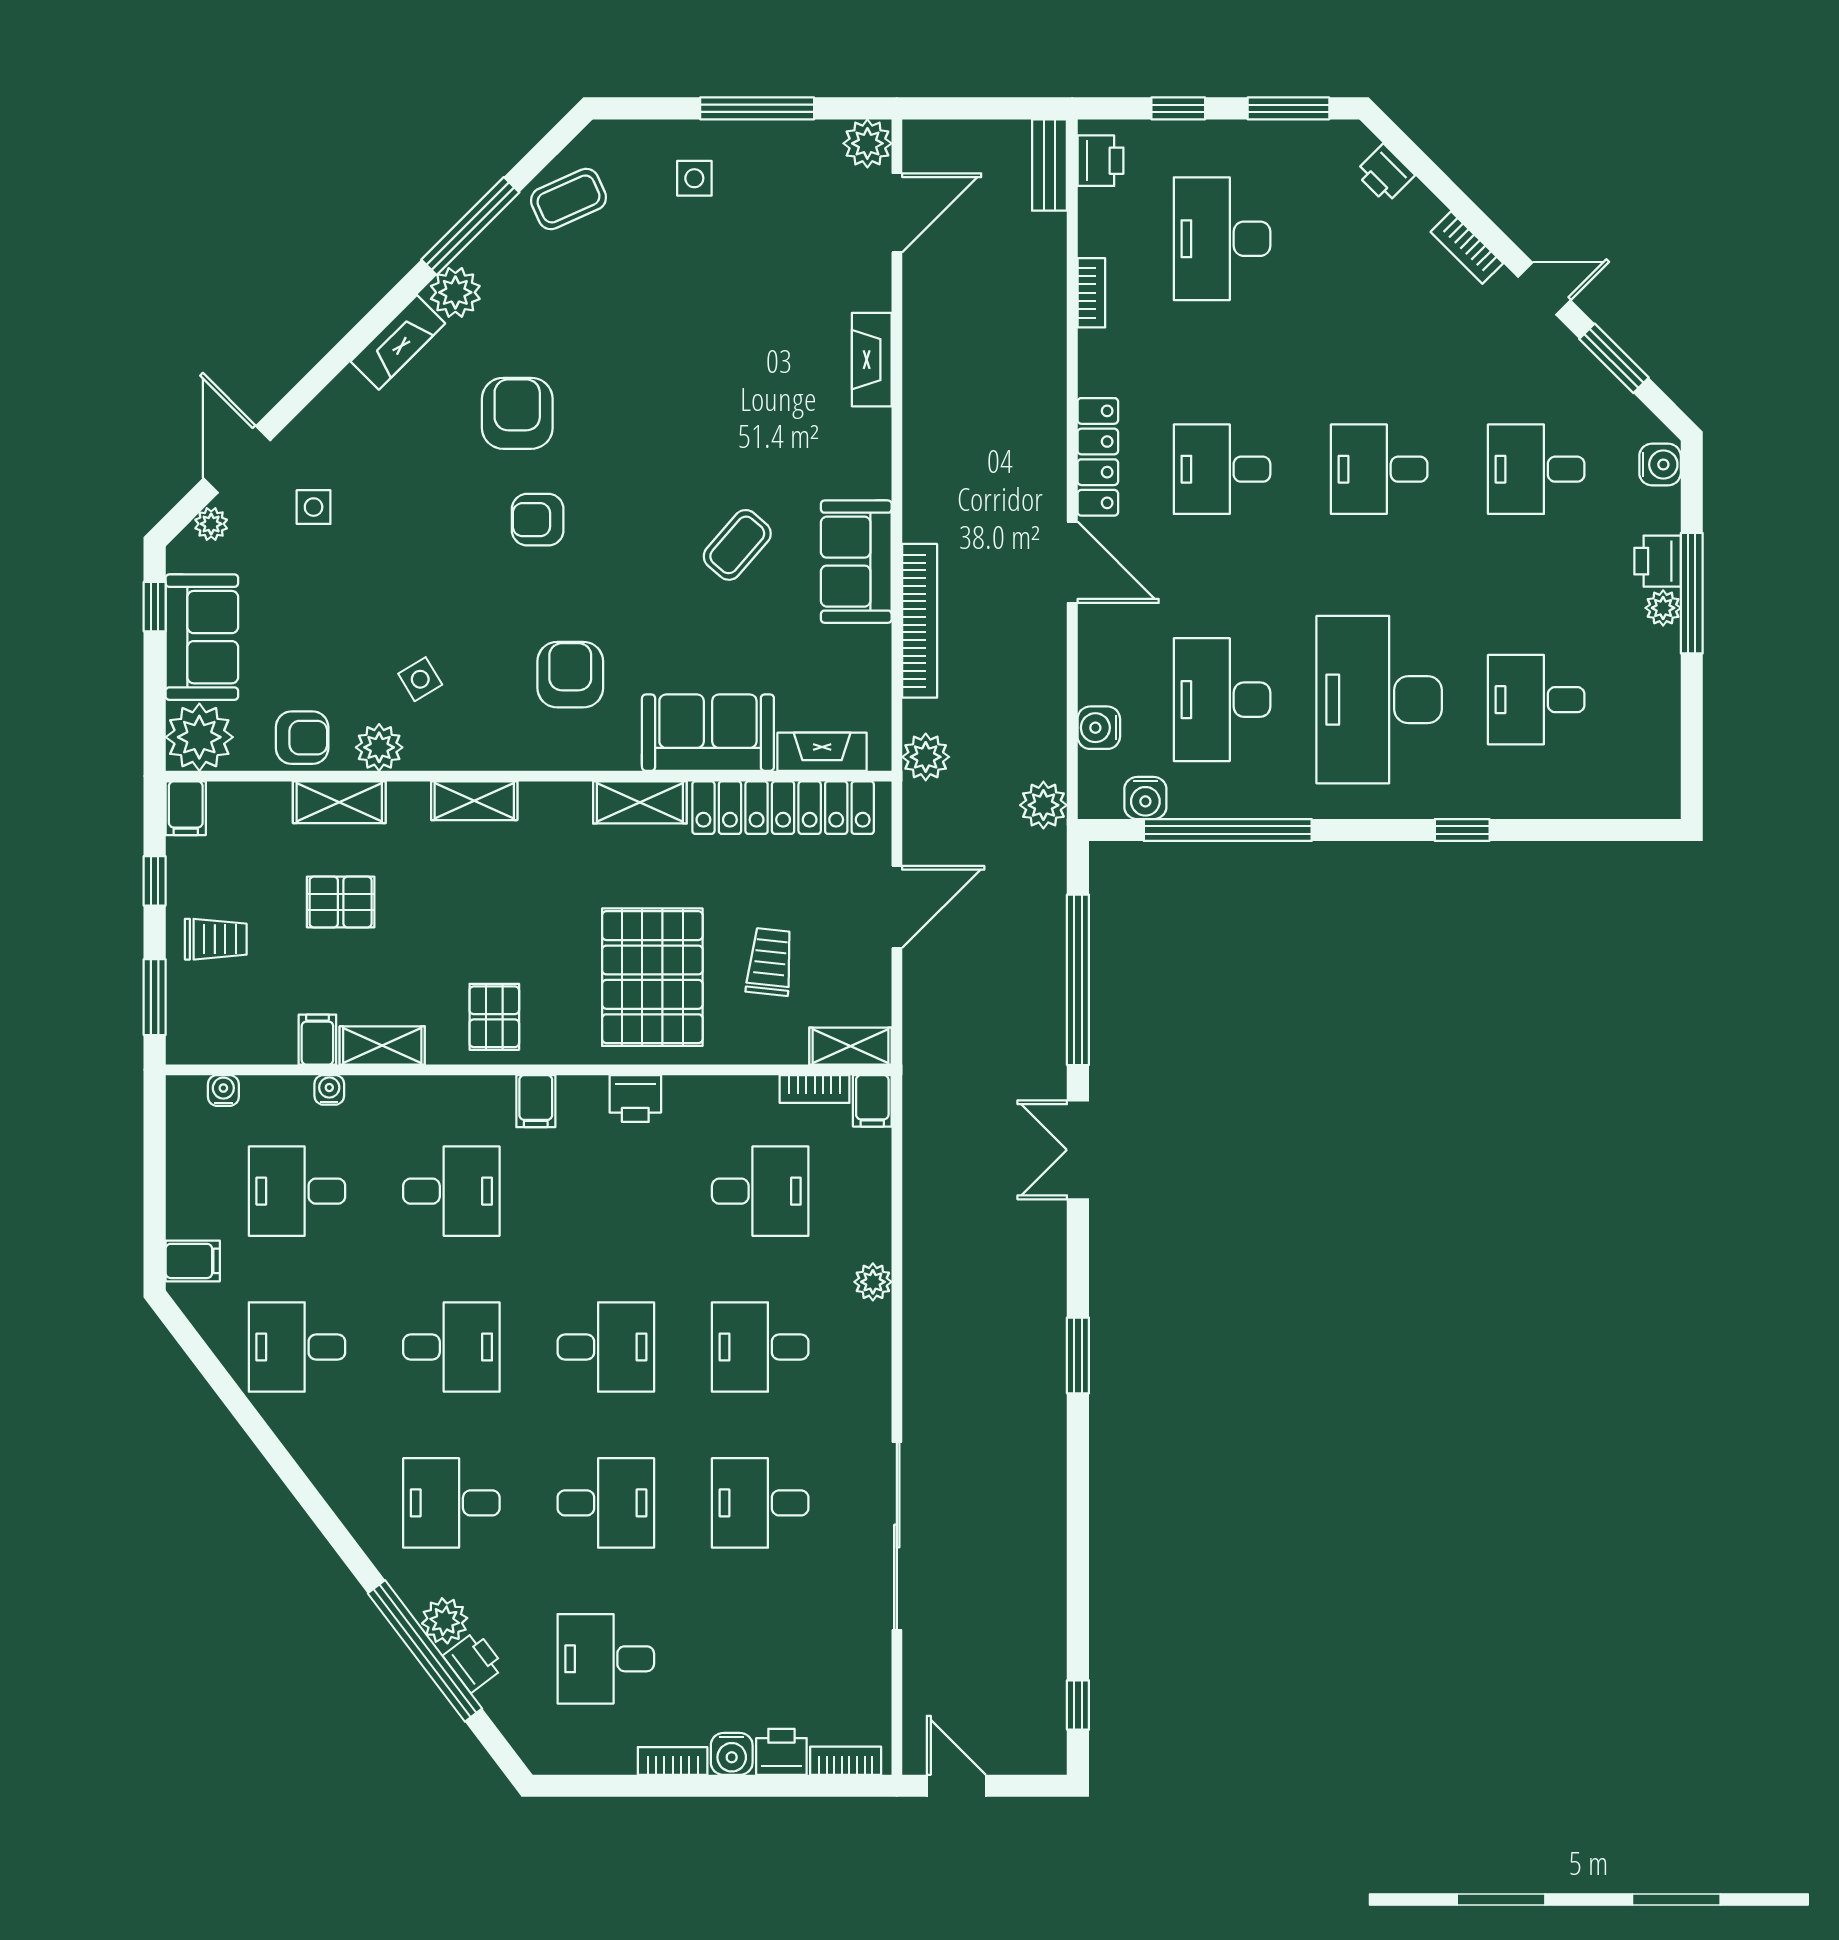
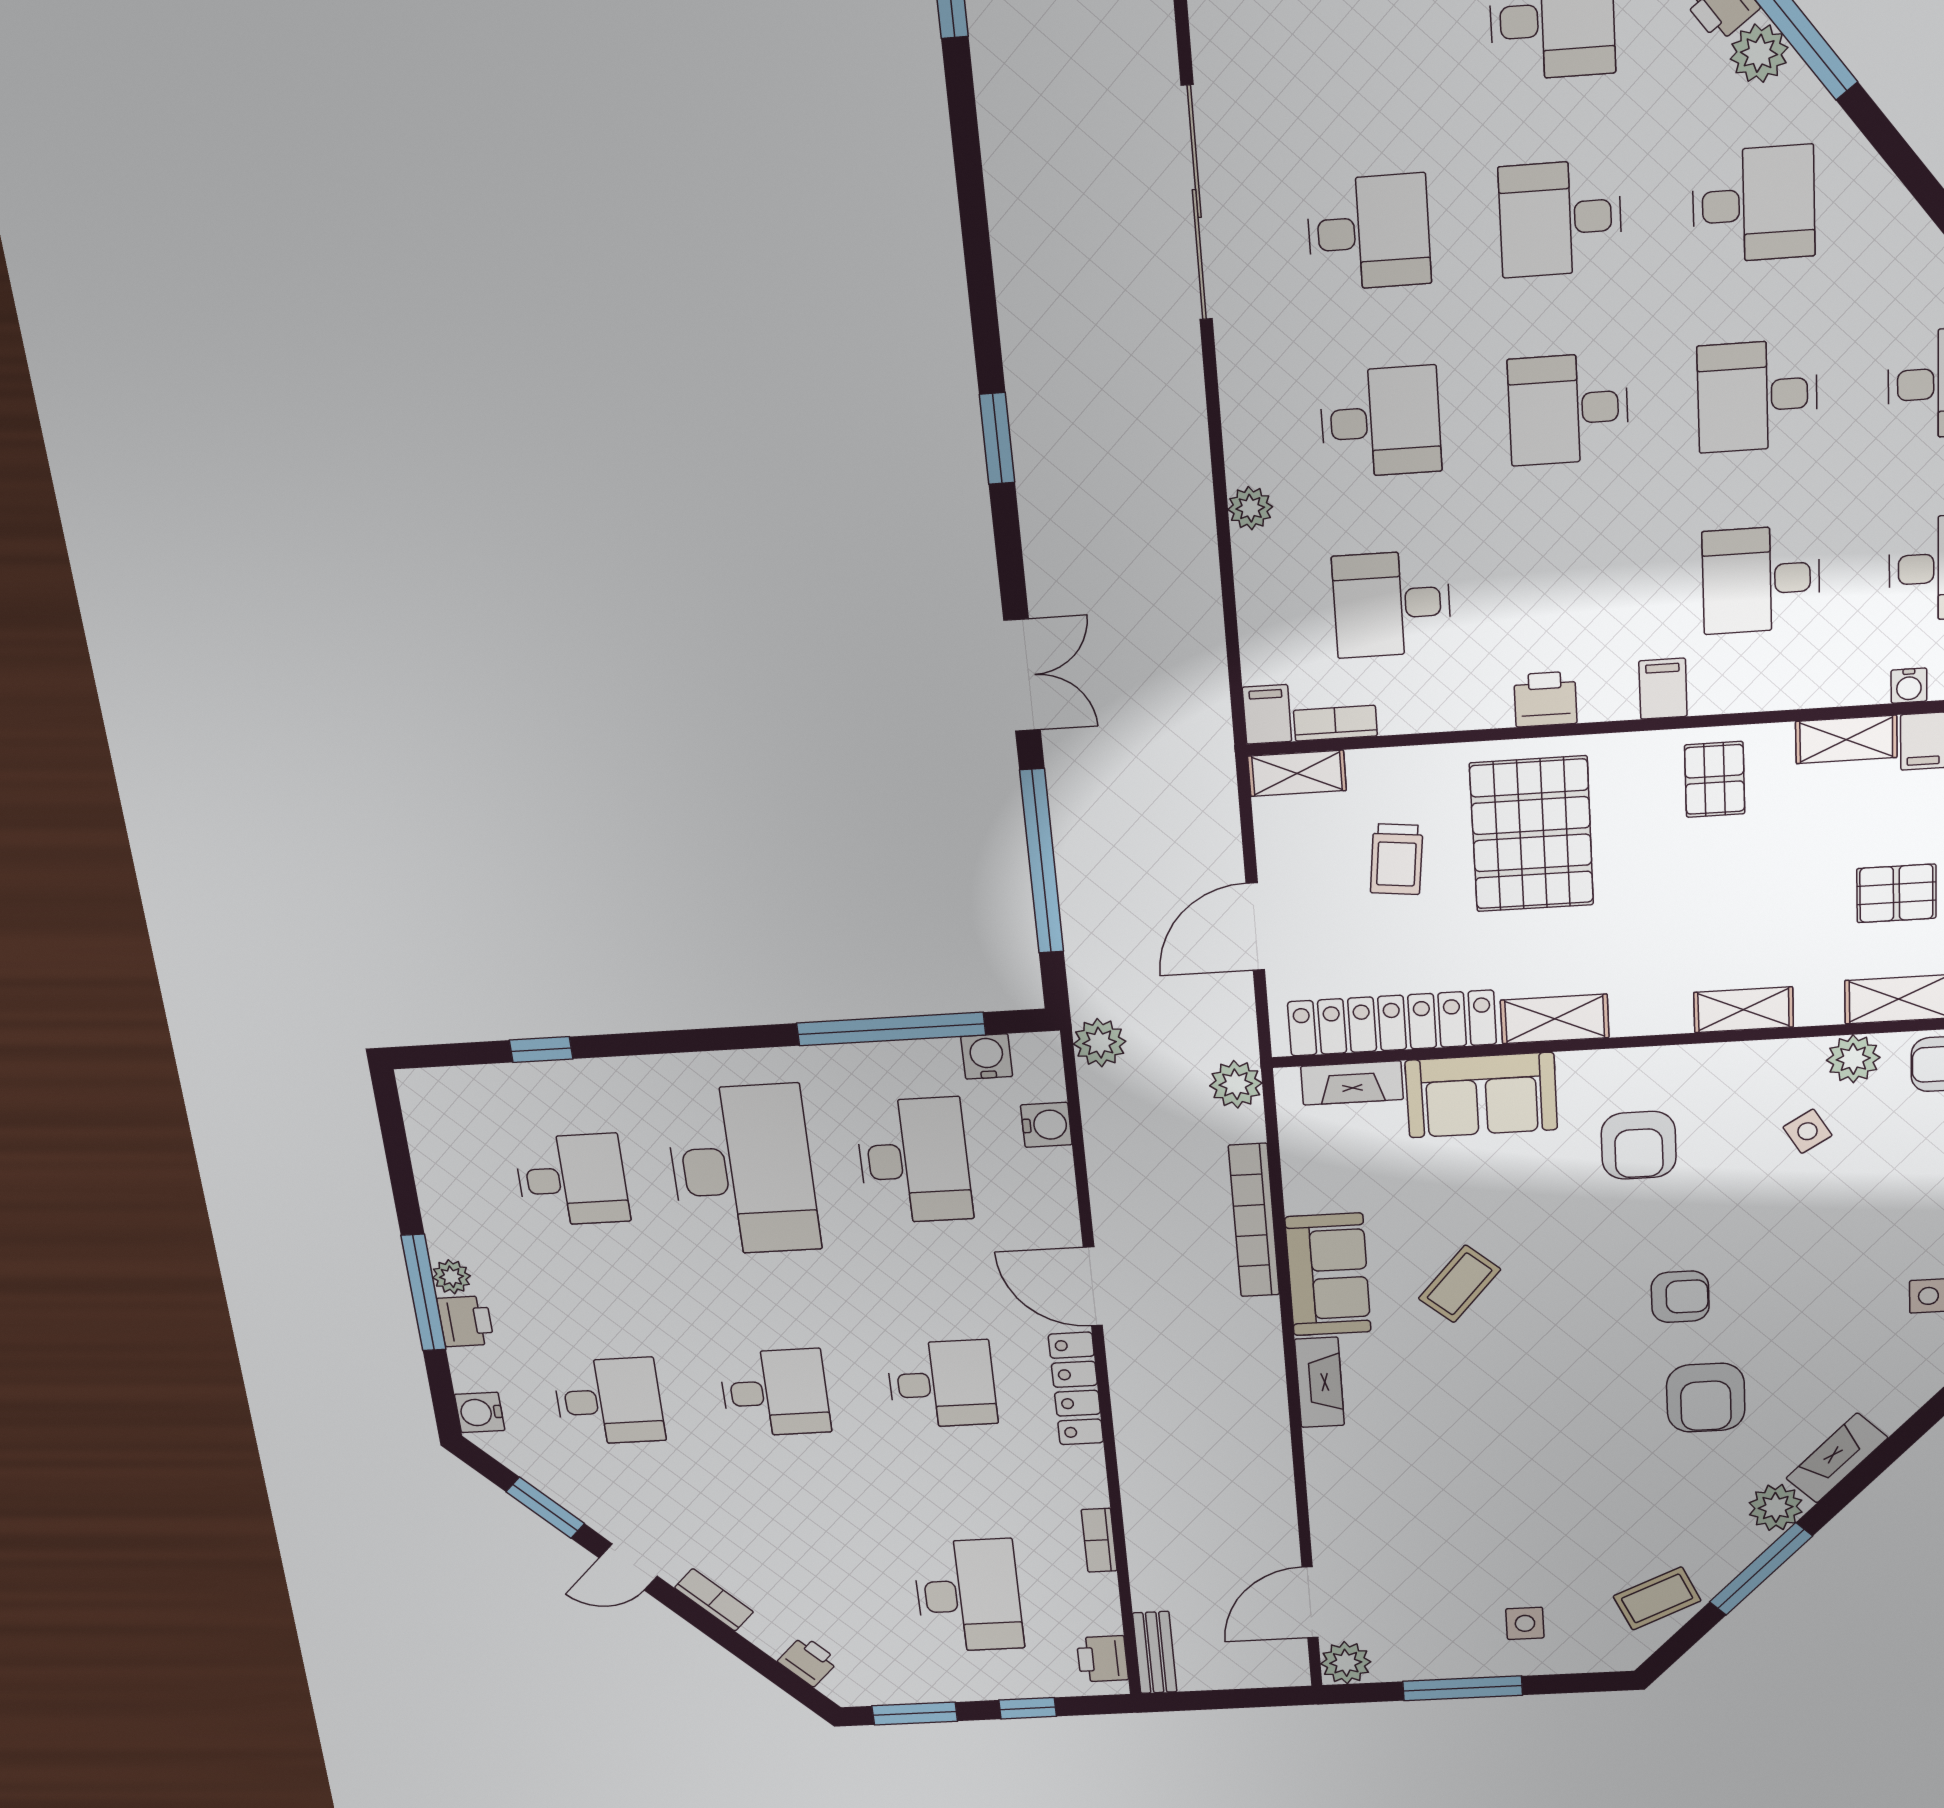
fireplace: (872, 360) -> (1319, 1382), moved
window: (1462, 830) -> (541, 1050), moved

